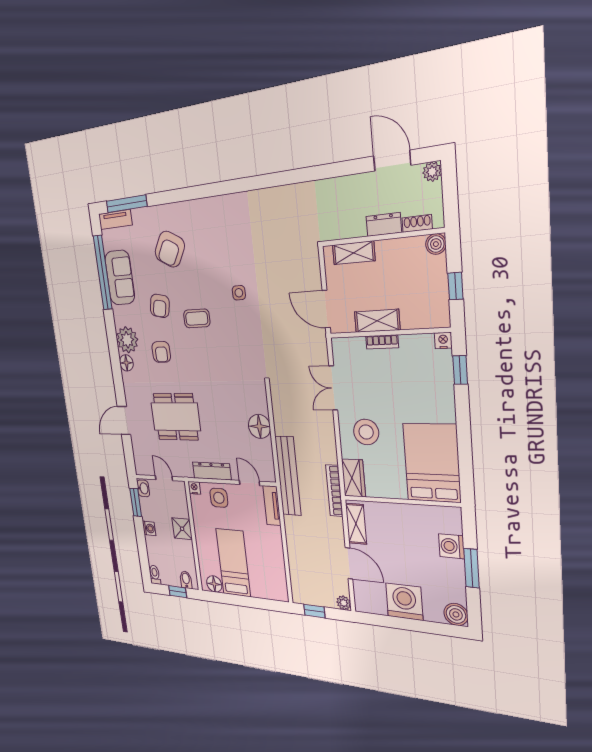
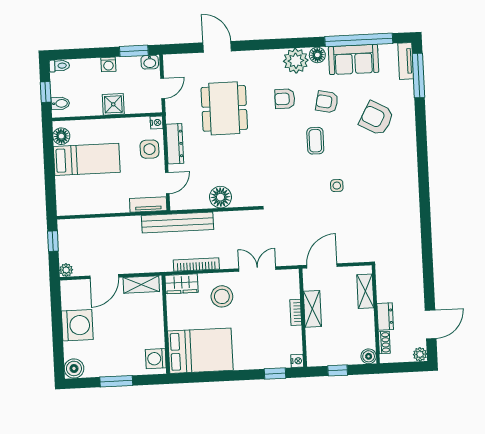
floor lamp: (126, 363) -> (317, 55), moved
bookcase: (334, 491) -> (196, 265), moved
washing machine: (452, 546) -> (156, 359), moved, turned -90

